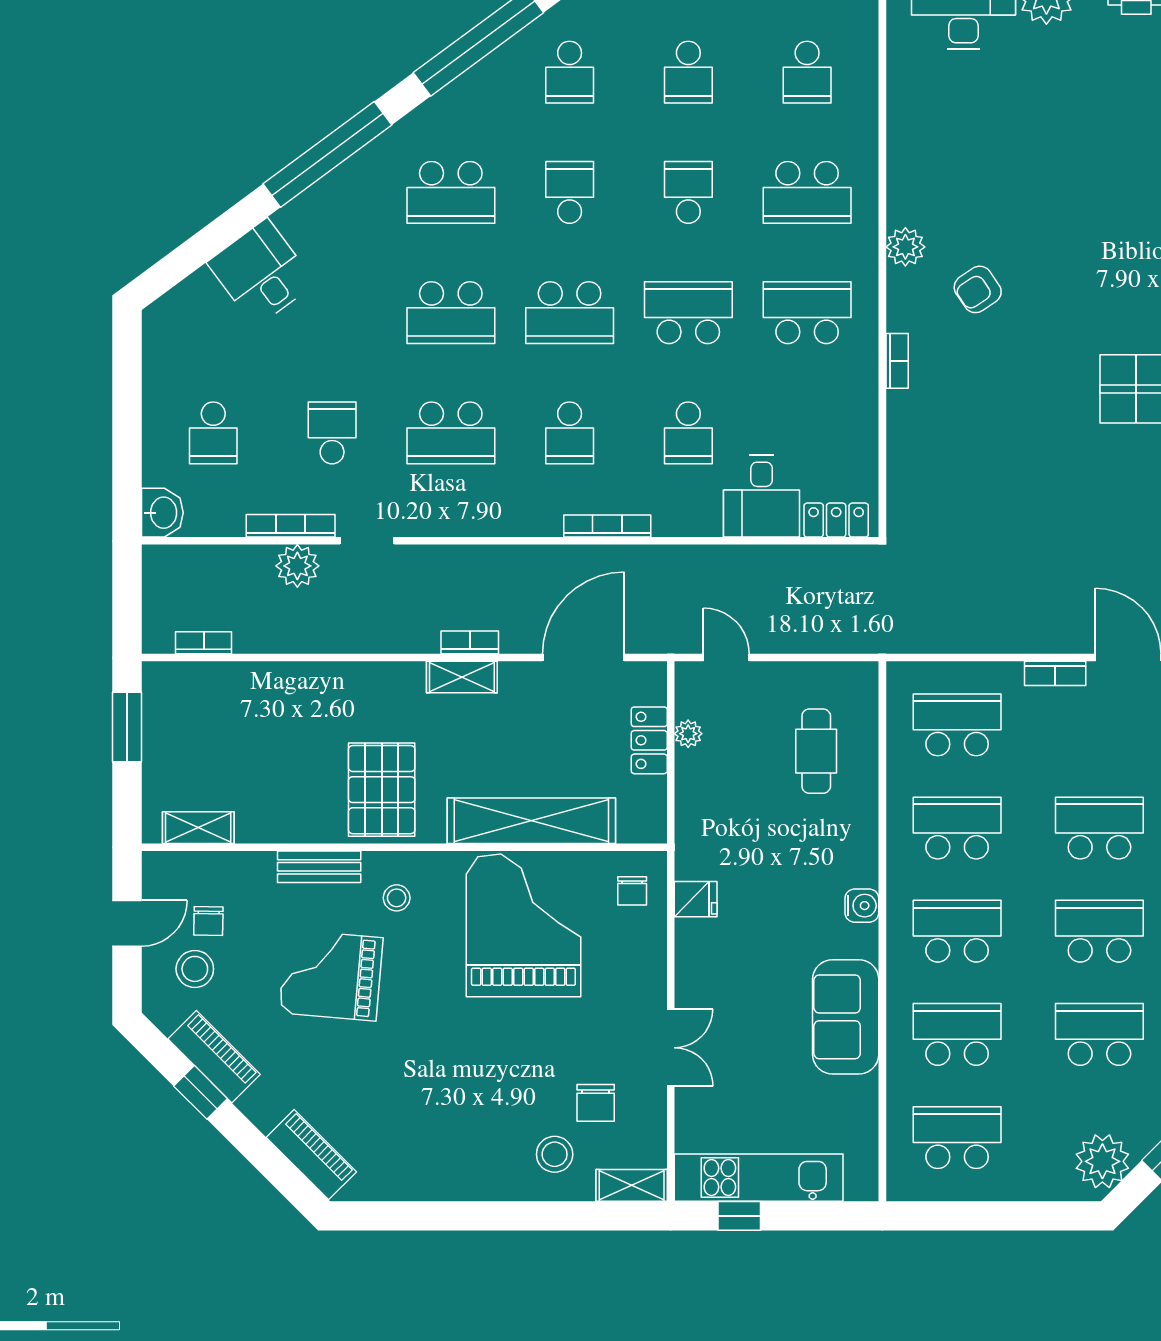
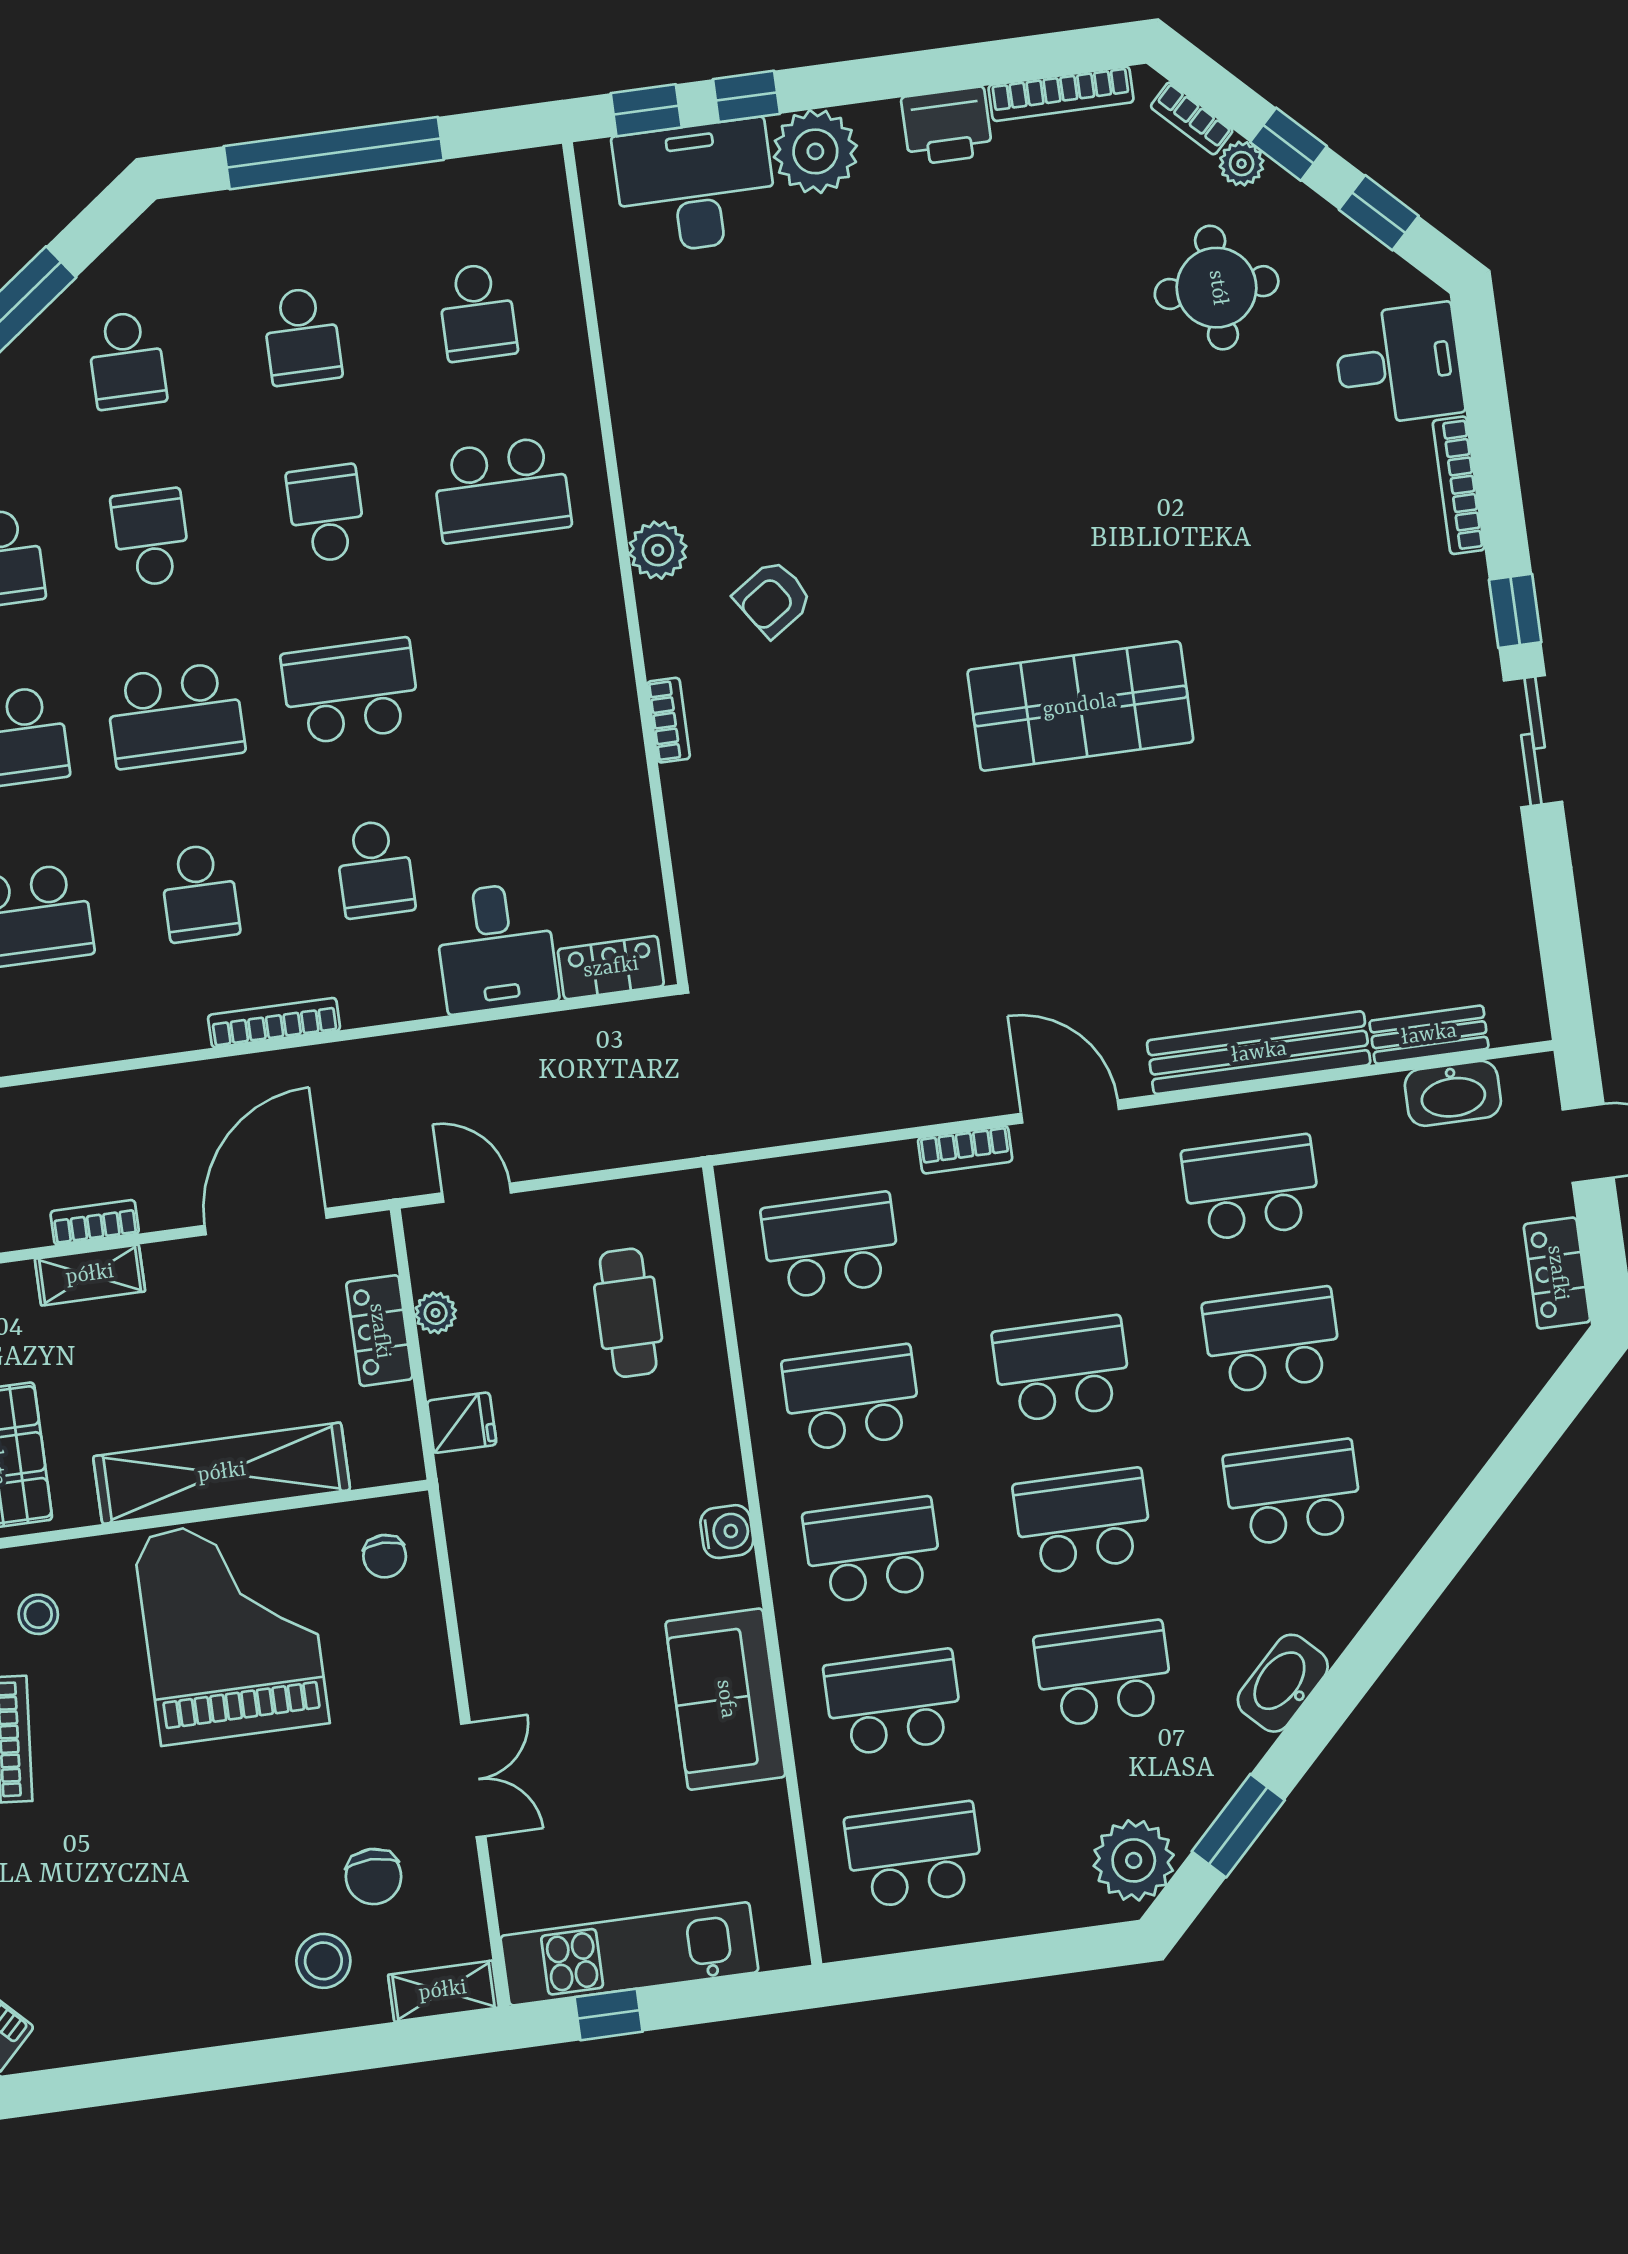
school desk: (807, 313) -> (526, 667), removed
fridge: (696, 899) -> (462, 1423), moved

